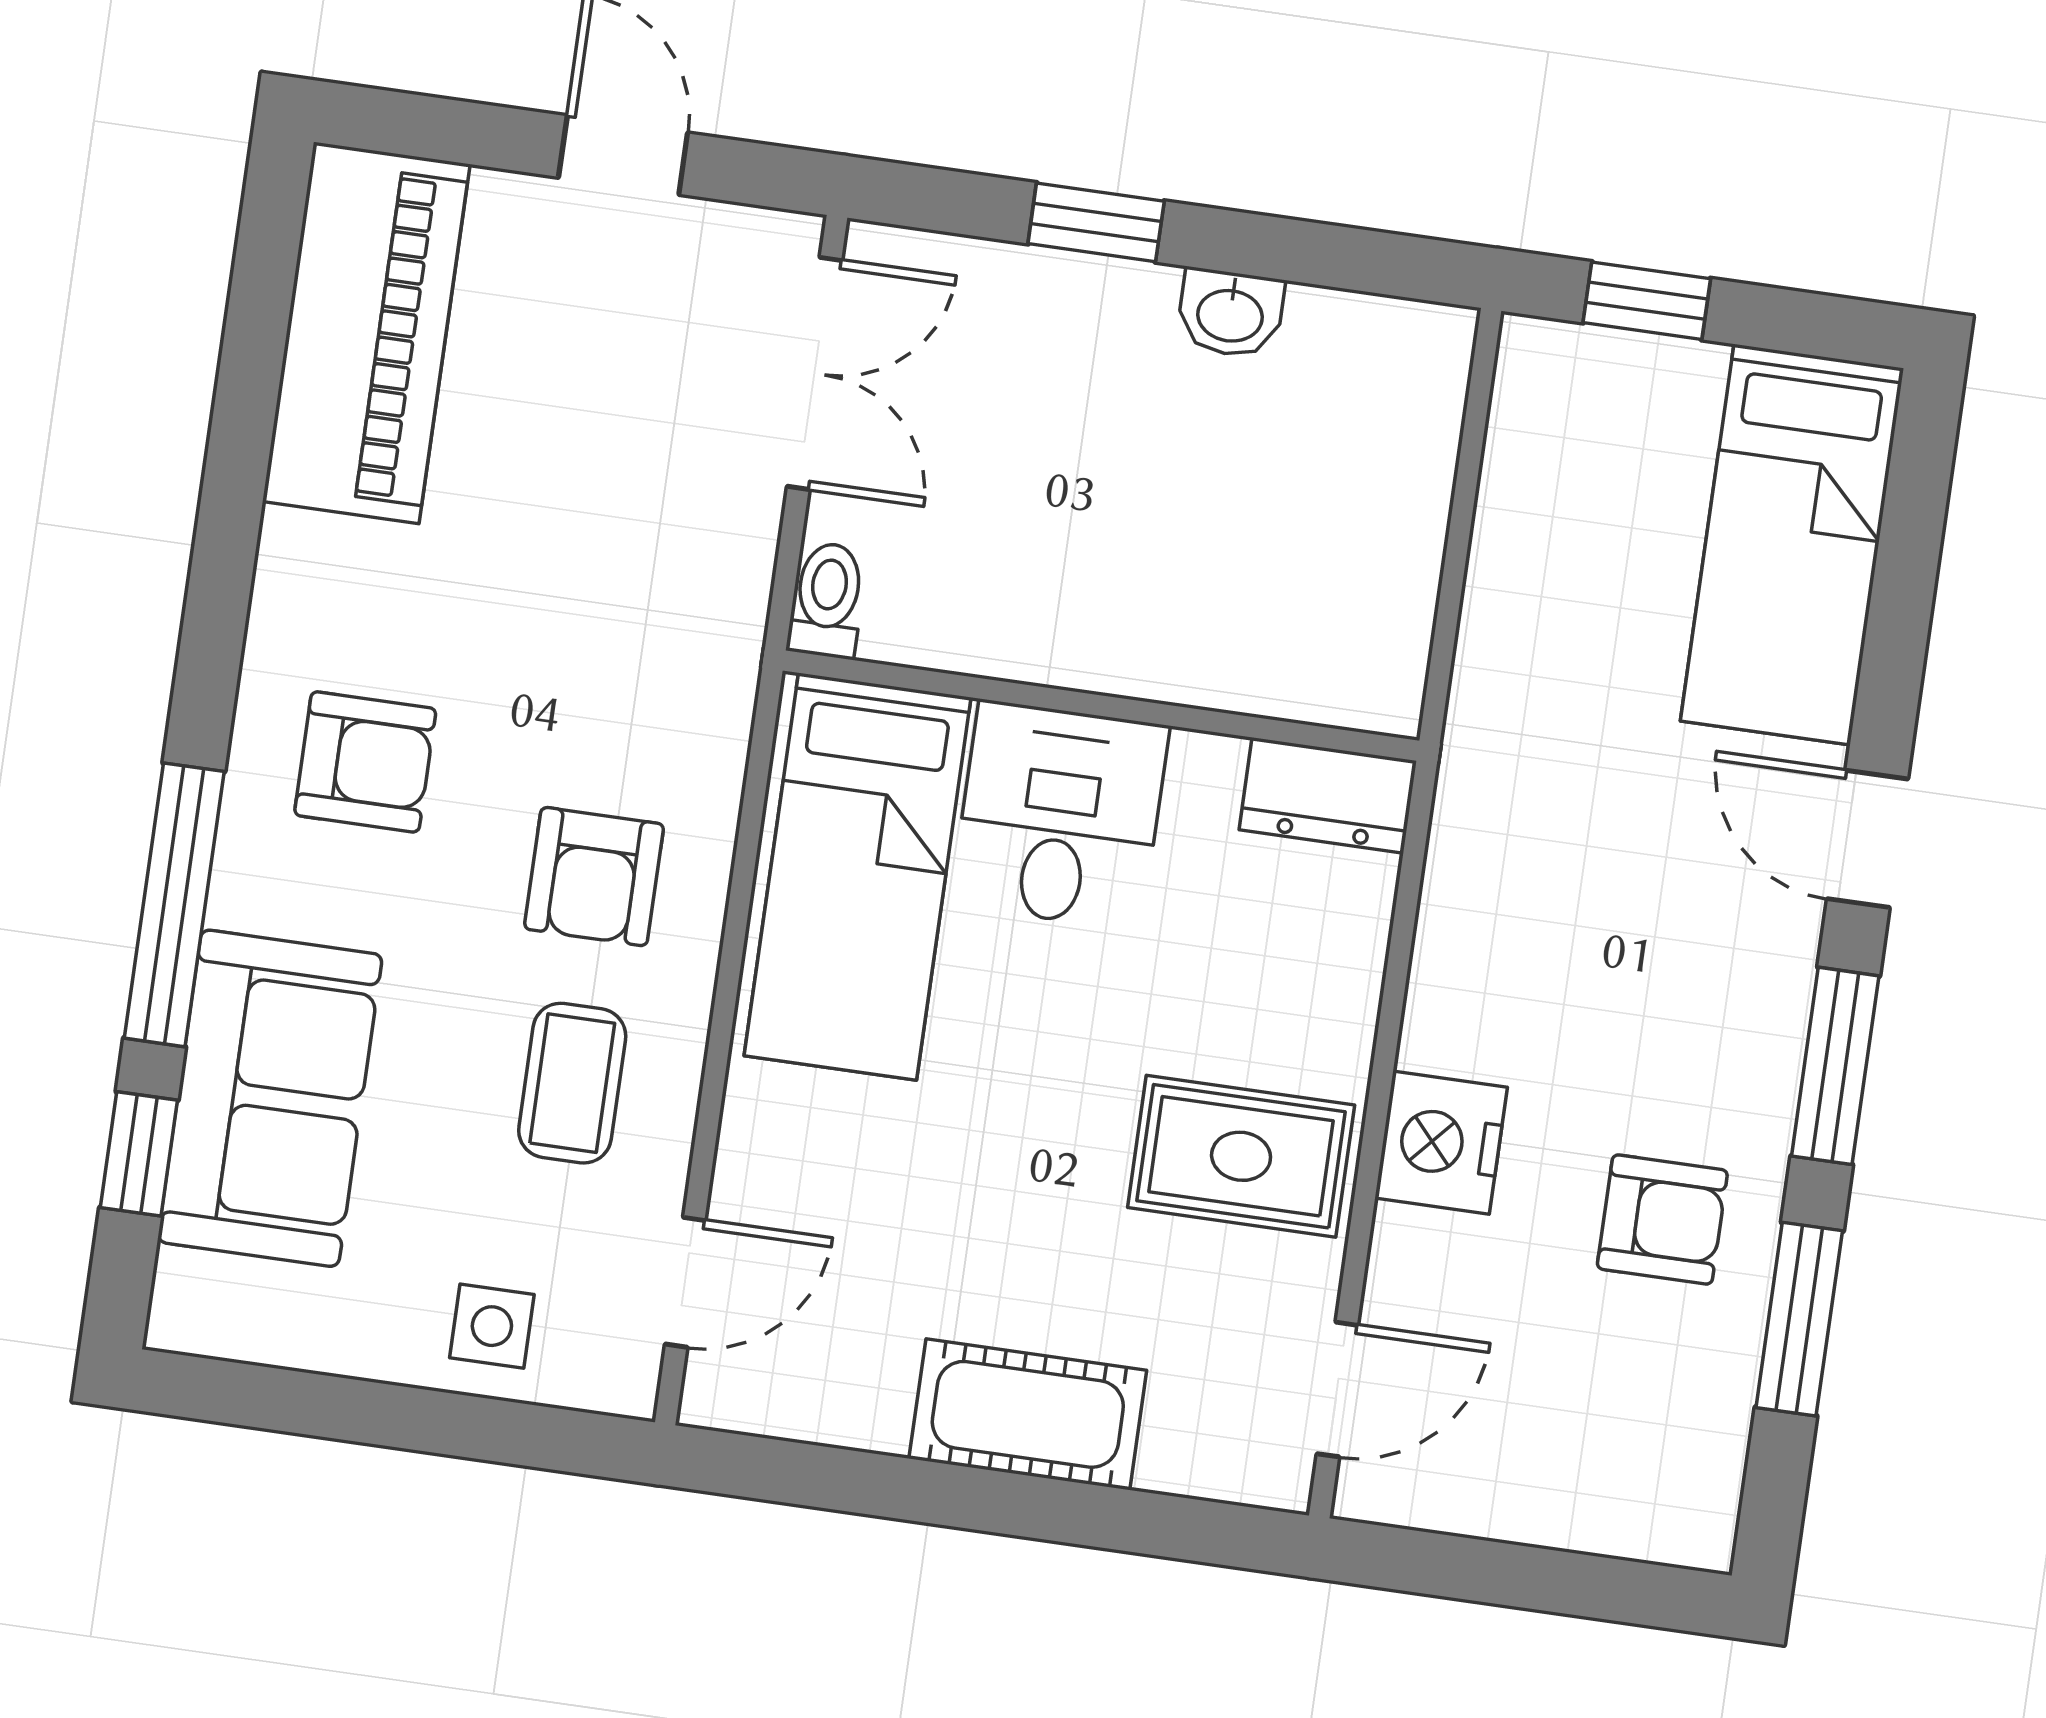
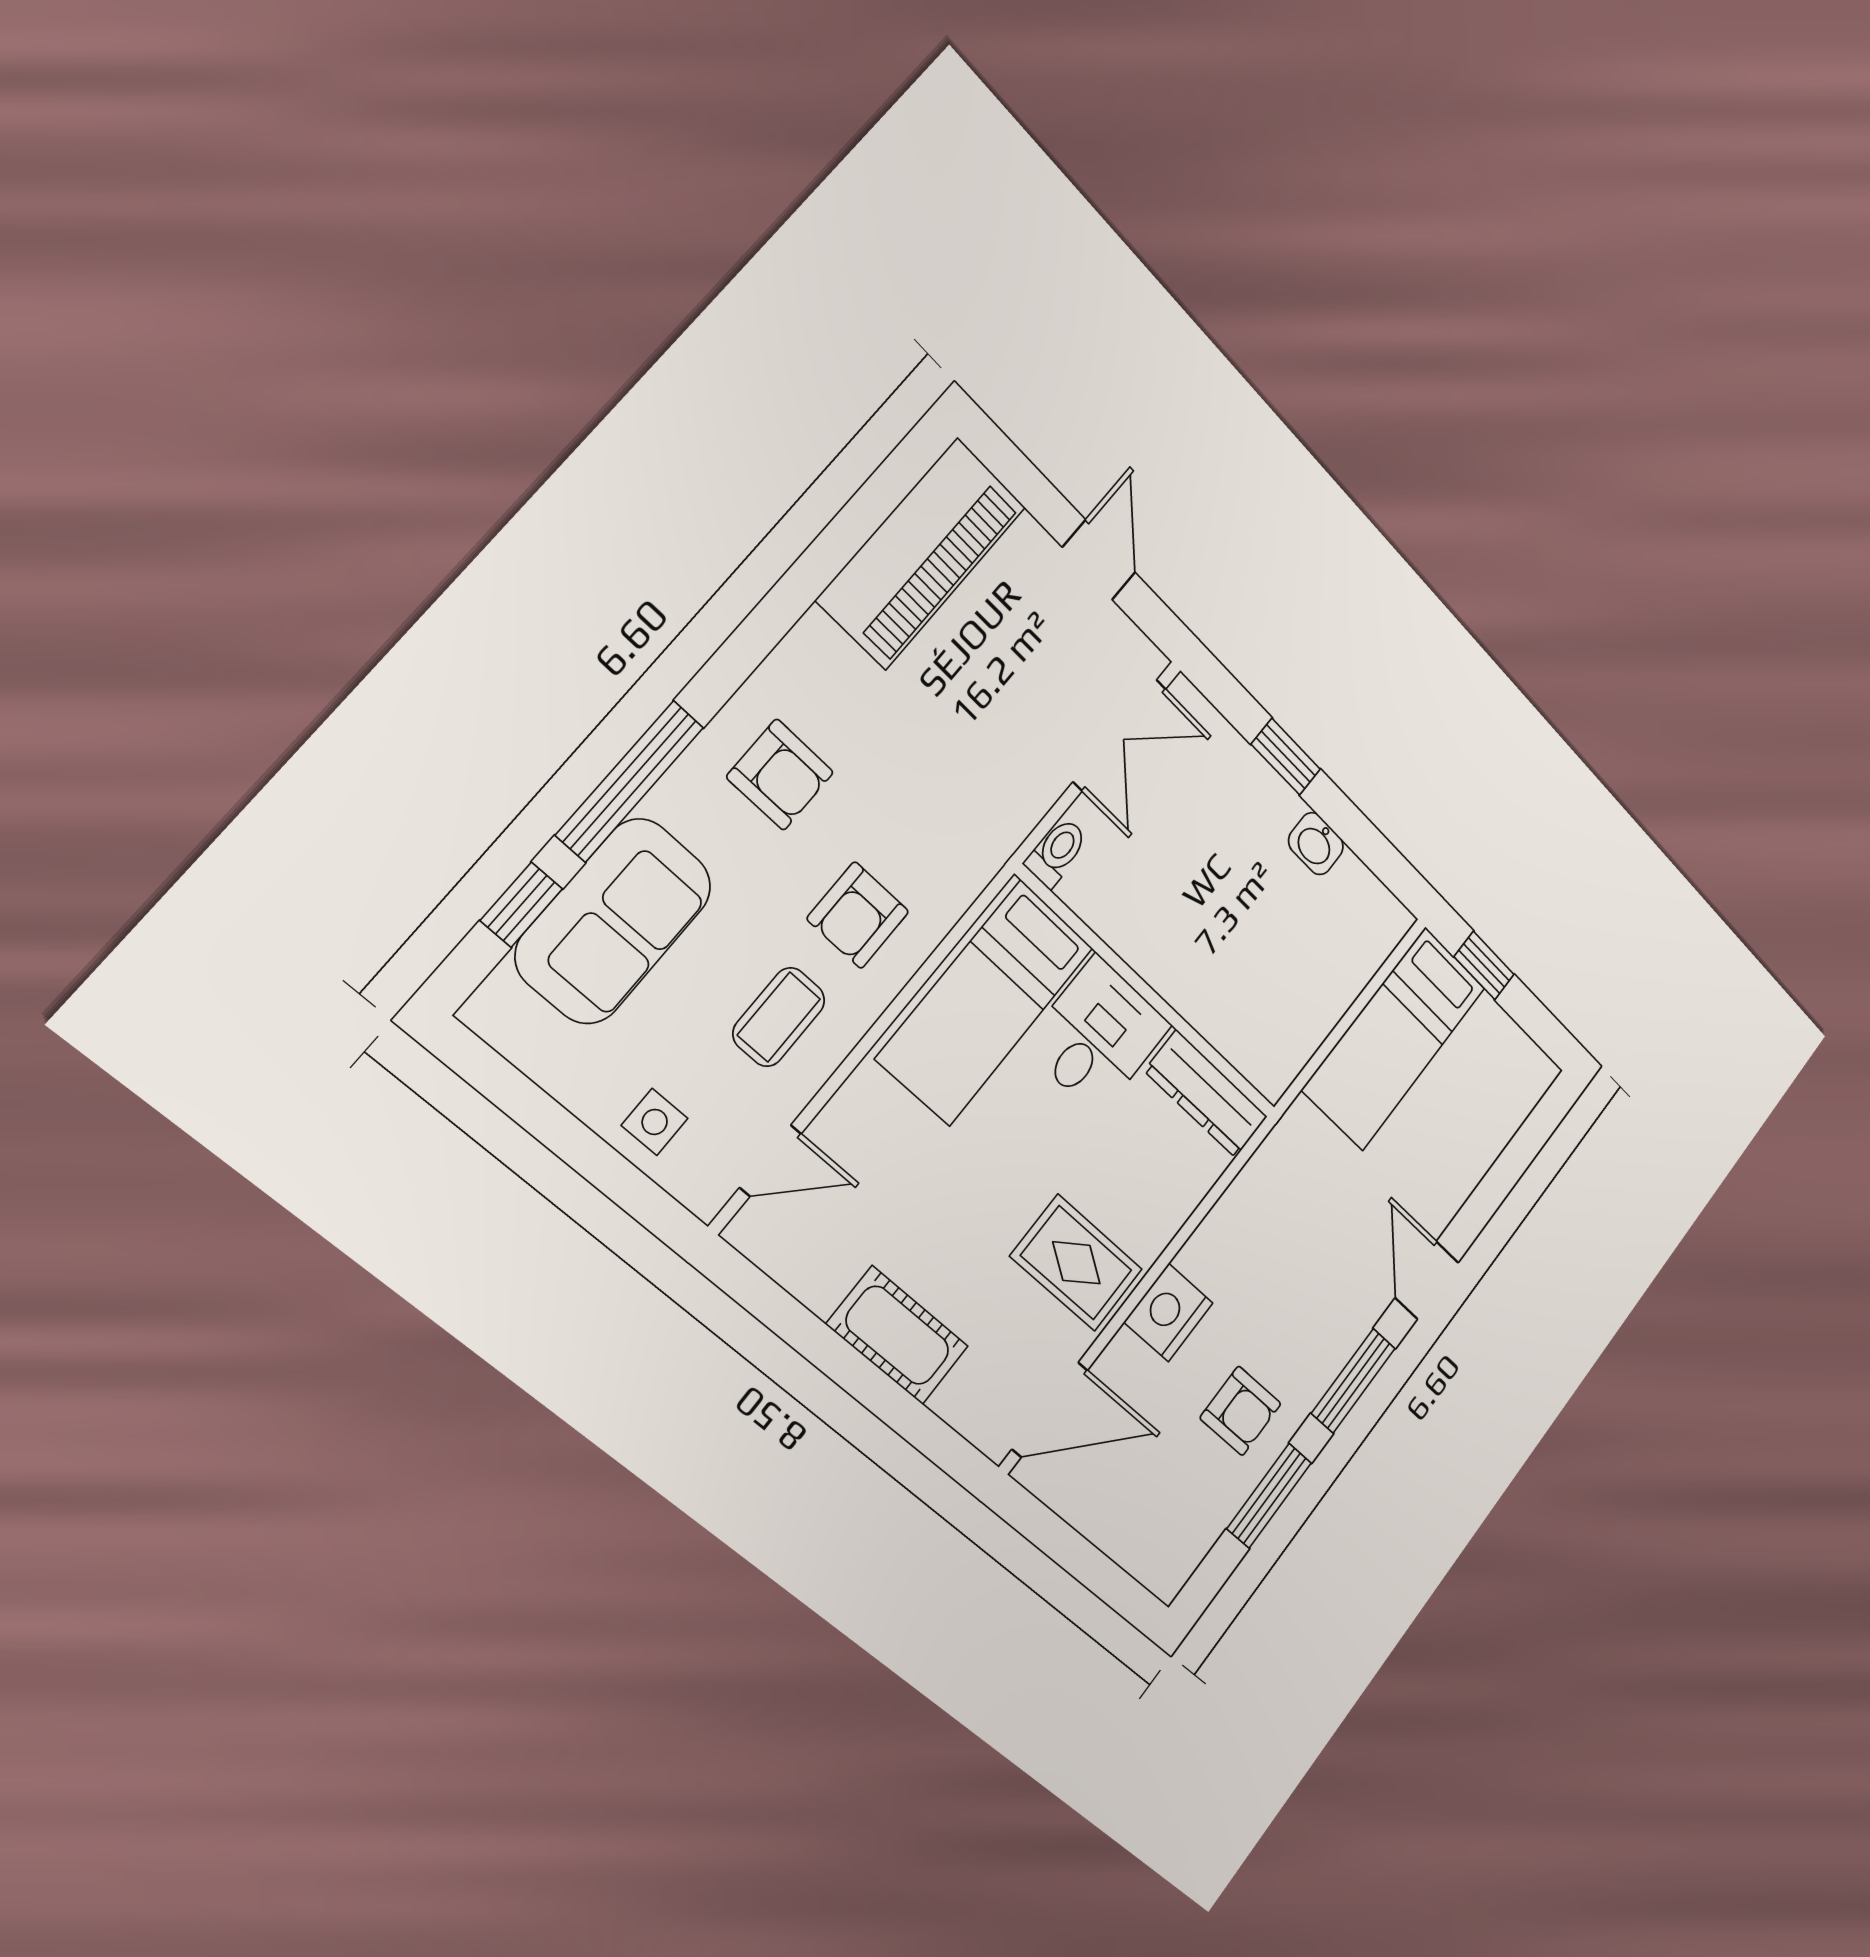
bed: (1792, 545) -> (1394, 1038), moved
dresser: (1328, 795) -> (1206, 1094), width x1.44
door: (1337, 1389) -> (1050, 1410), width x1.38

